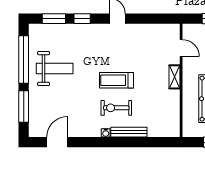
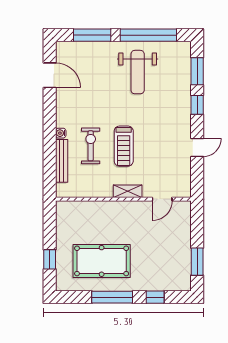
door: (181, 48) -> (162, 199), moved
shelving: (175, 77) -> (128, 191), moved
treadmill: (117, 80) -> (124, 146), turned 180
wall: (181, 80) -> (123, 199), moved

